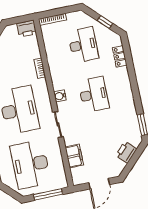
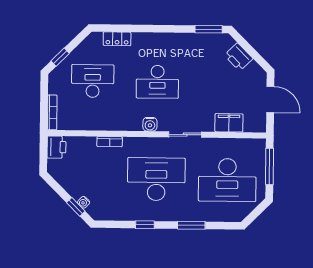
window: (105, 22) -> (60, 57), moved
desk: (94, 94) -> (157, 82), turned 180

